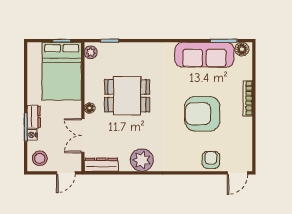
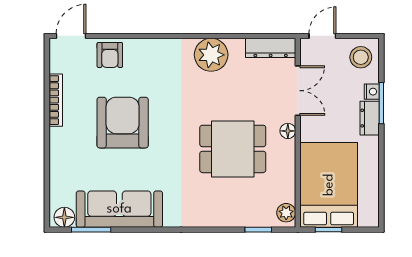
bookcase: (248, 98) -> (56, 100), moved
armchair: (202, 114) -> (123, 123), turned -90

